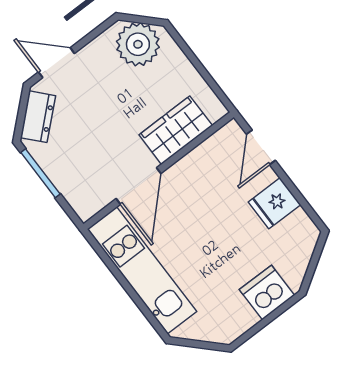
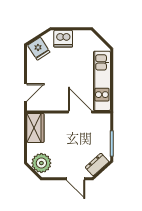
wardrobe: (176, 130) -> (35, 128), moved, turned -90
door: (139, 186) -> (80, 112), hinge flipped
fridge: (274, 203) -> (39, 49), moved, turned 57

